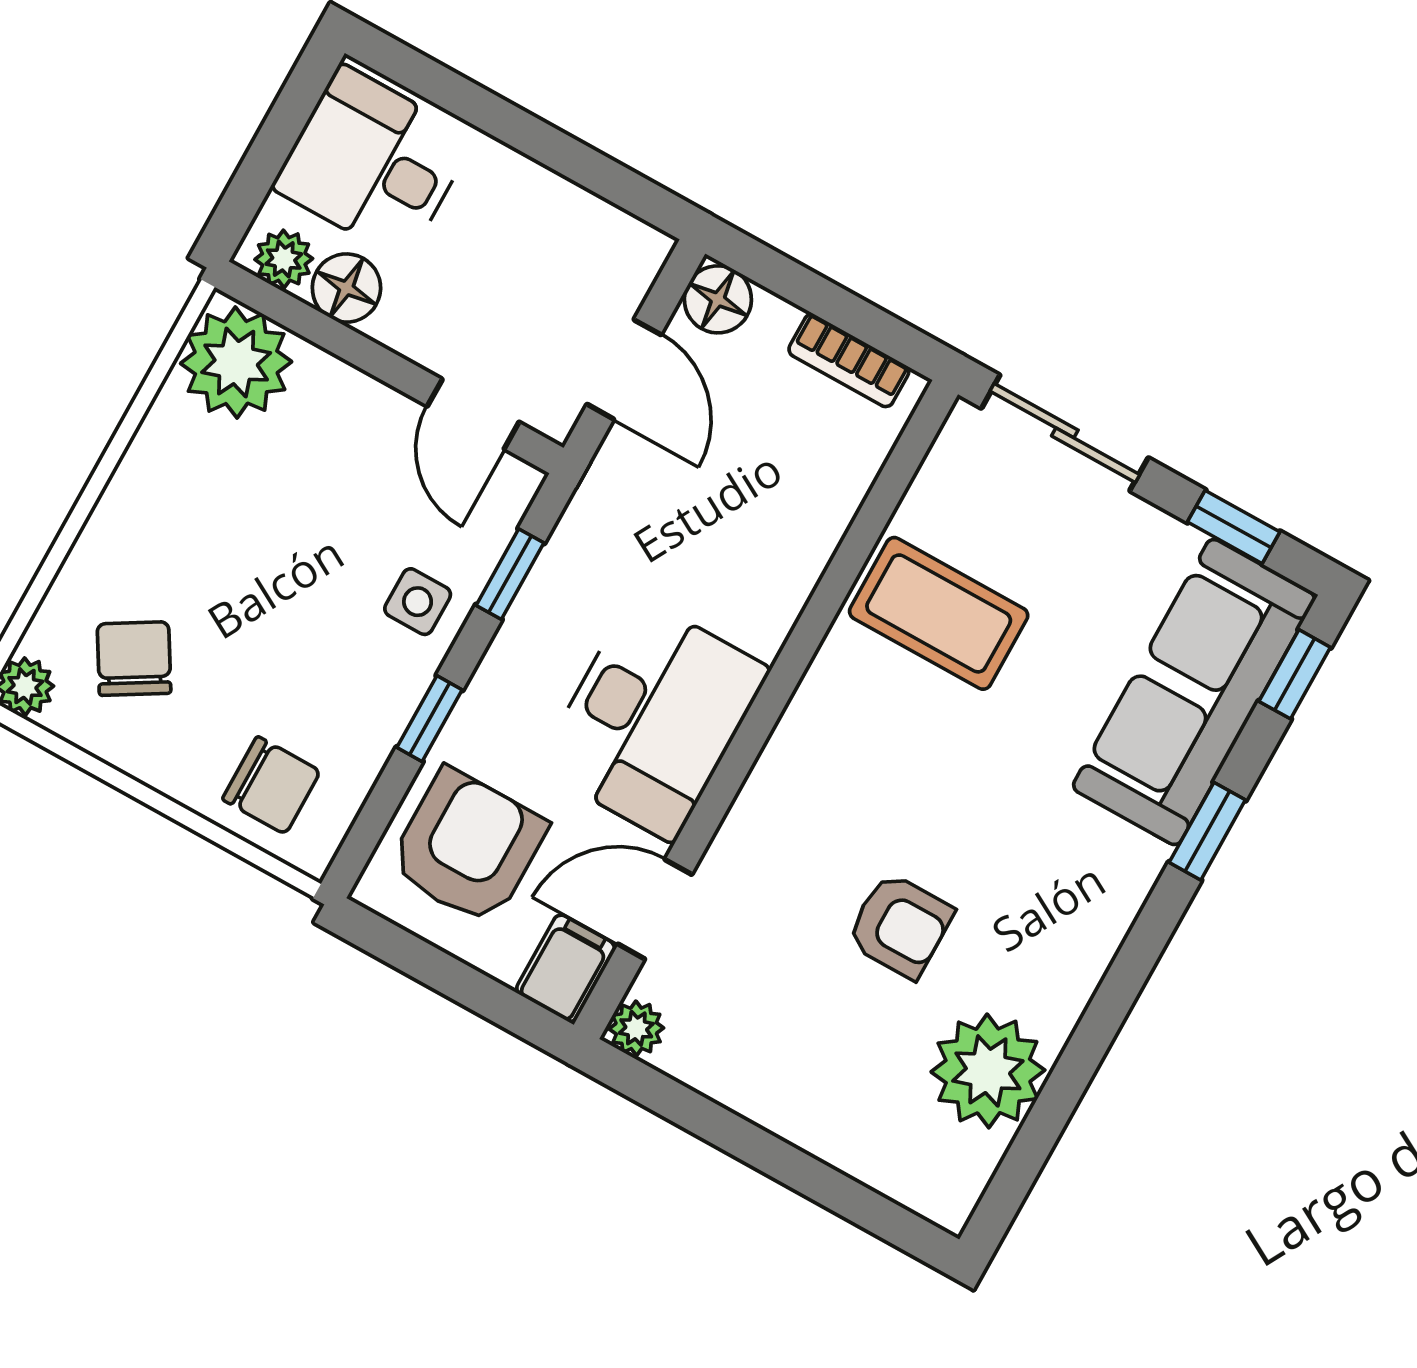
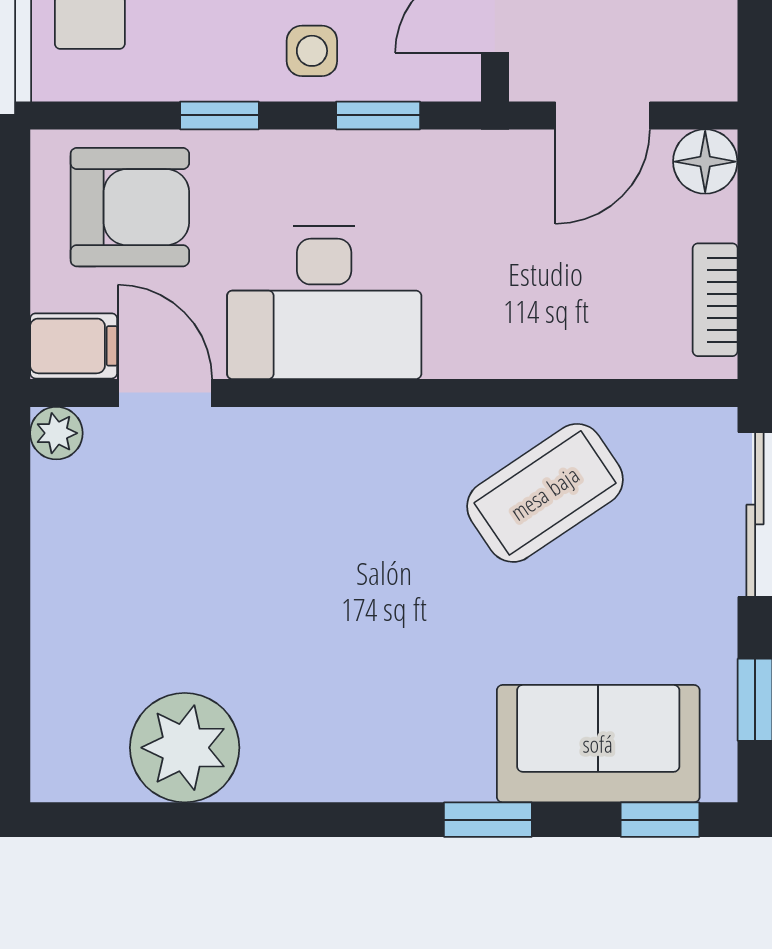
coffee table: (939, 613) -> (545, 493), turned 56
sofa: (1194, 692) -> (598, 744), width x0.73
armchair: (900, 926) -> (265, 606), removed

